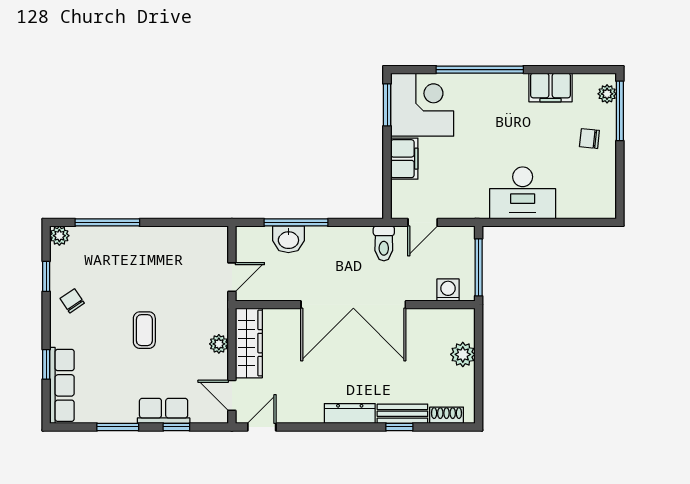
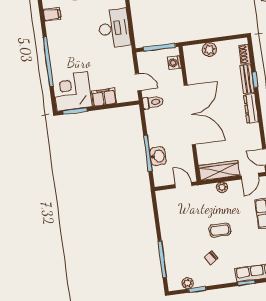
filing cabinet: (551, 88) -> (52, 14), width x0.50
plant: (59, 236) -> (188, 283), moved
chair: (72, 301) -> (211, 258), moved

